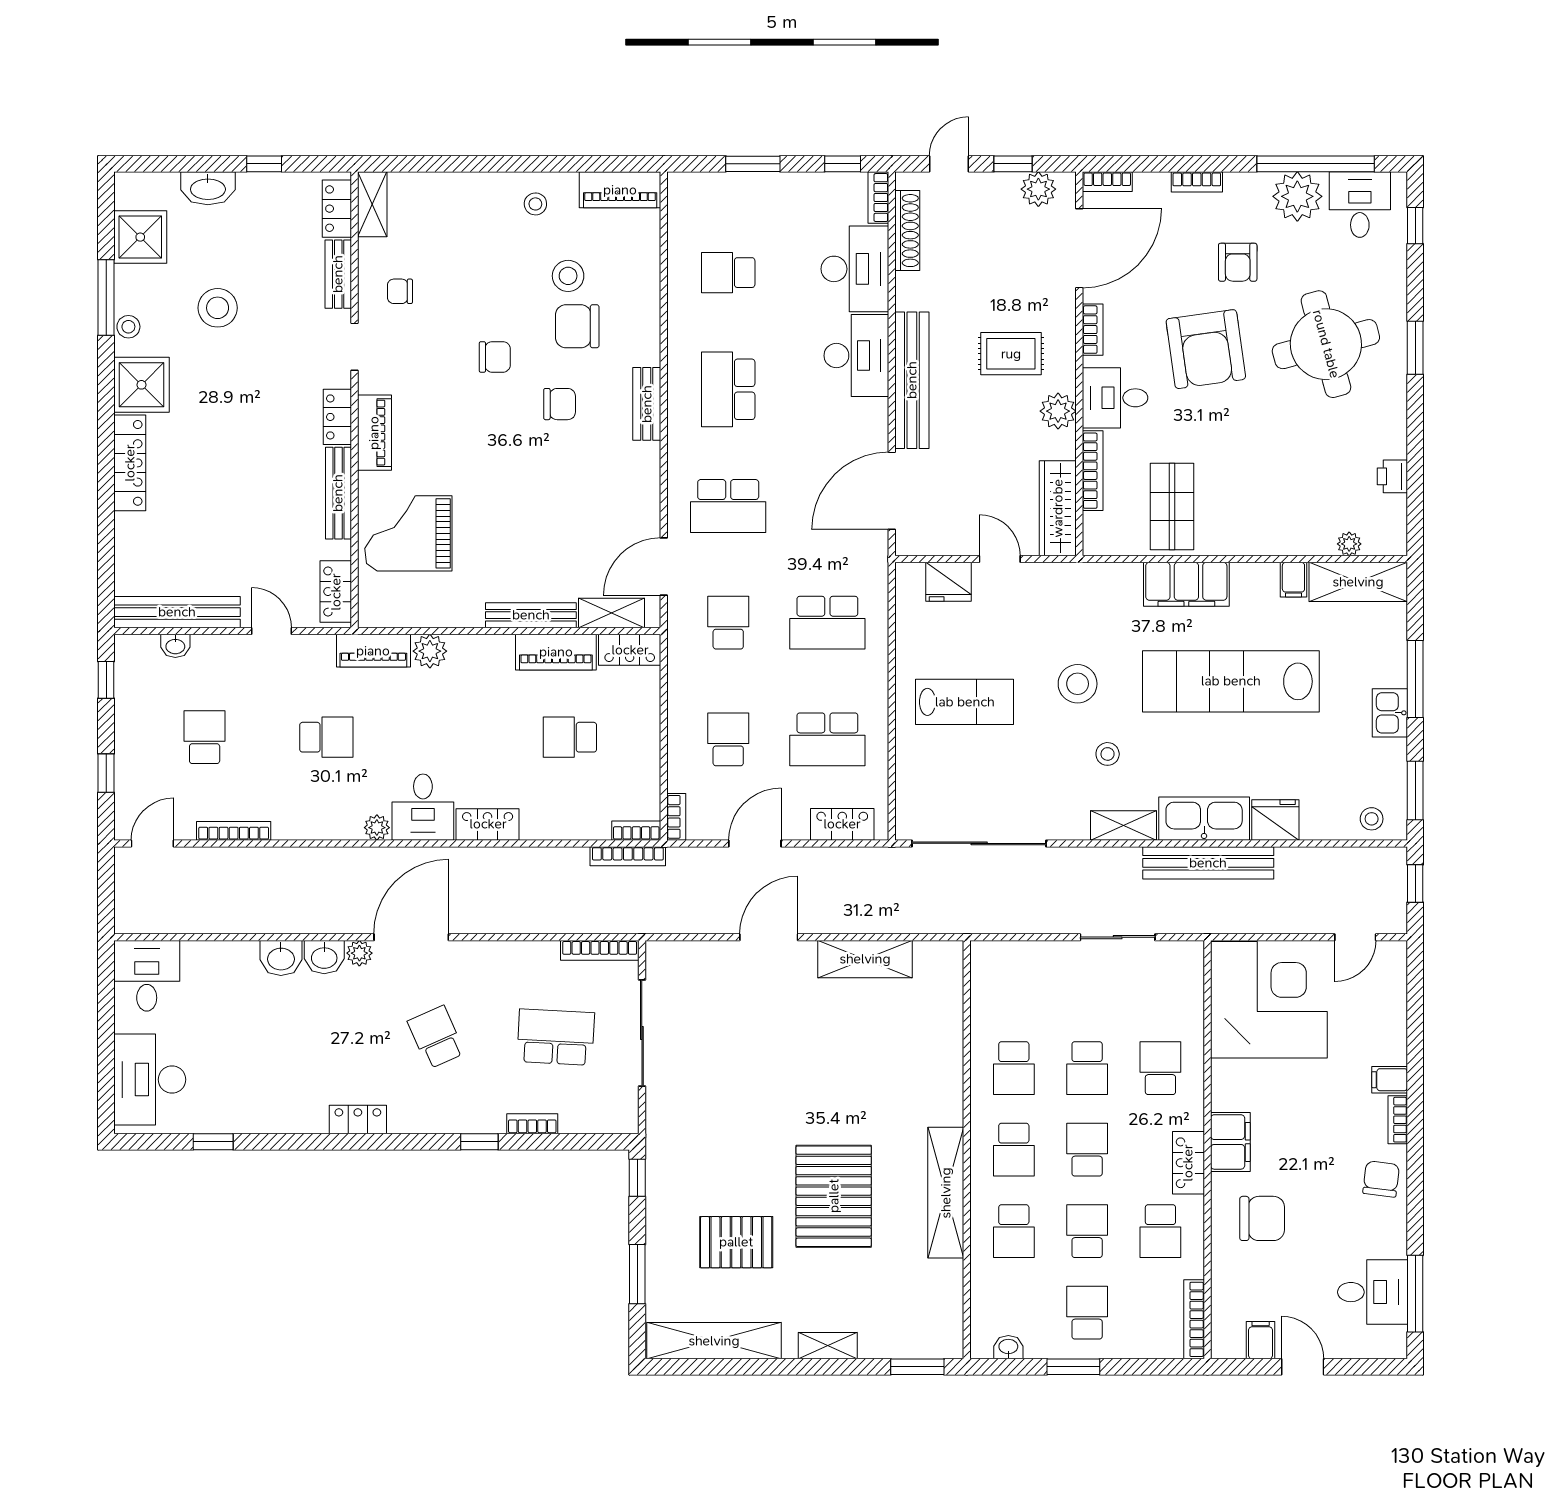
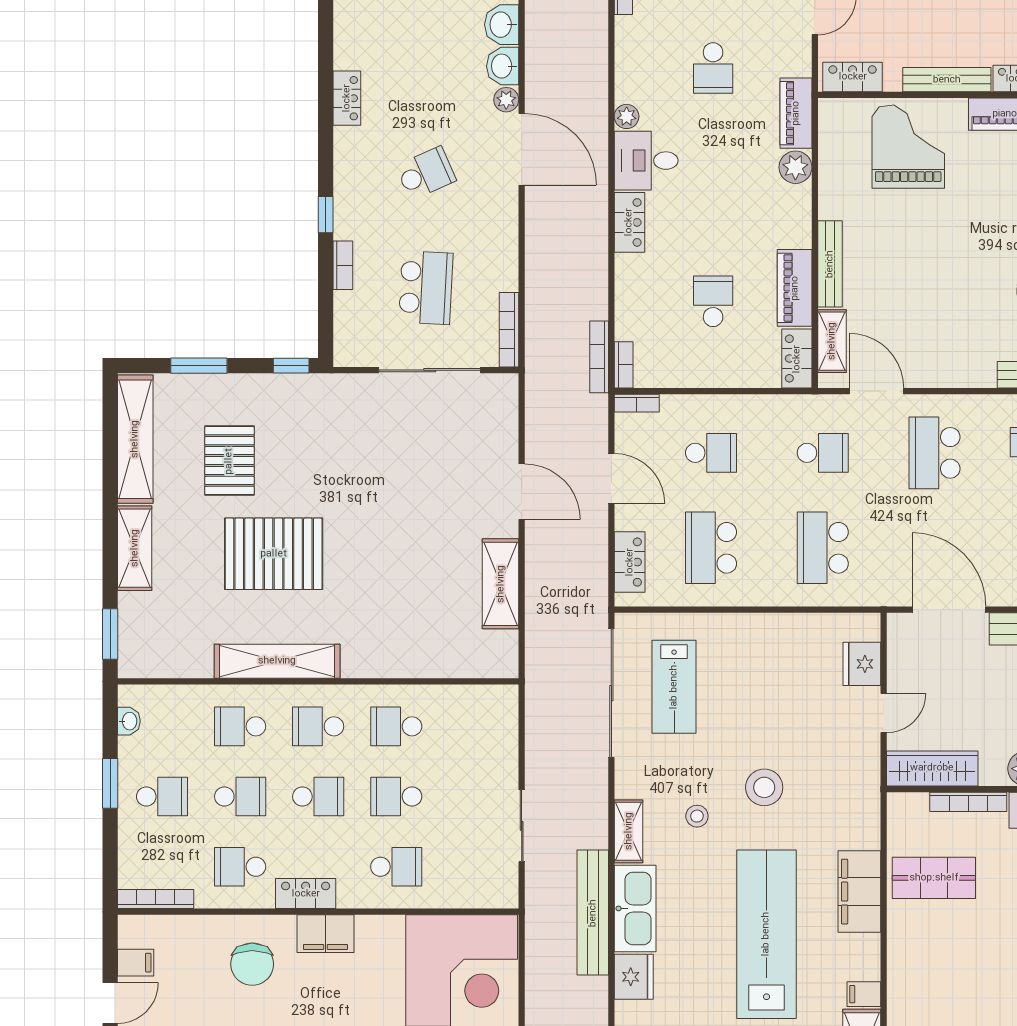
lab bench: (965, 702) -> (674, 687), moved
shelving: (828, 1346) -> (135, 548), width x1.50, depth x1.33

